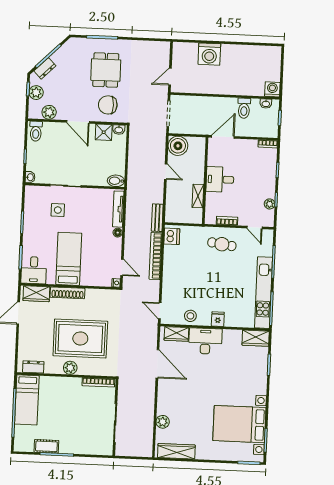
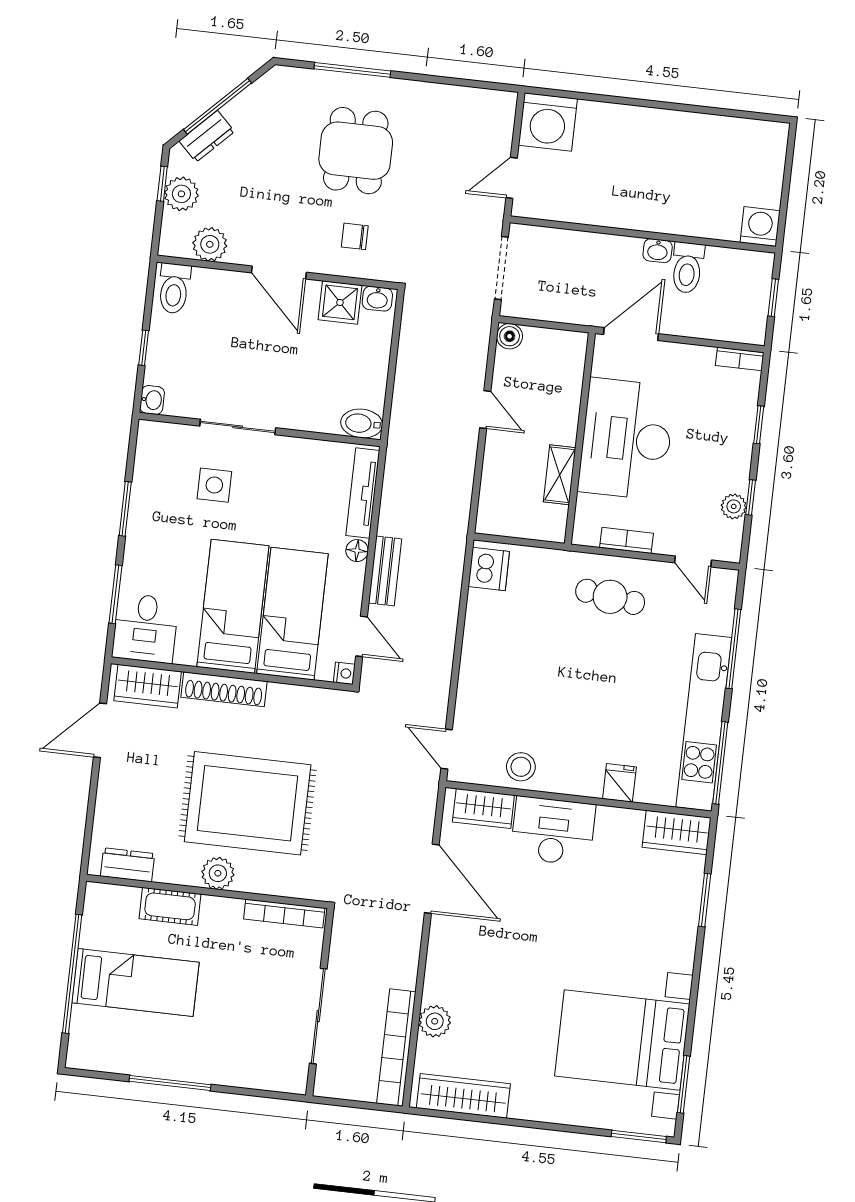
washing machine: (209, 54) -> (548, 122), moved
washbasin: (266, 104) -> (658, 251), moved
chair: (108, 105) -> (355, 236), width x0.54, depth x0.54
boiler: (178, 146) -> (510, 336), width x0.54, depth x0.54
desk: (220, 179) -> (626, 439), width x1.87, depth x1.30
bench: (157, 218) -> (385, 571), moved
bookcase: (156, 256) -> (396, 1048), moved
bed: (93, 260) -> (292, 614), added
fridge: (218, 319) -> (619, 783), moved
bed: (27, 400) -> (136, 983), moved, turned -90
cot: (46, 446) -> (170, 906), moved

